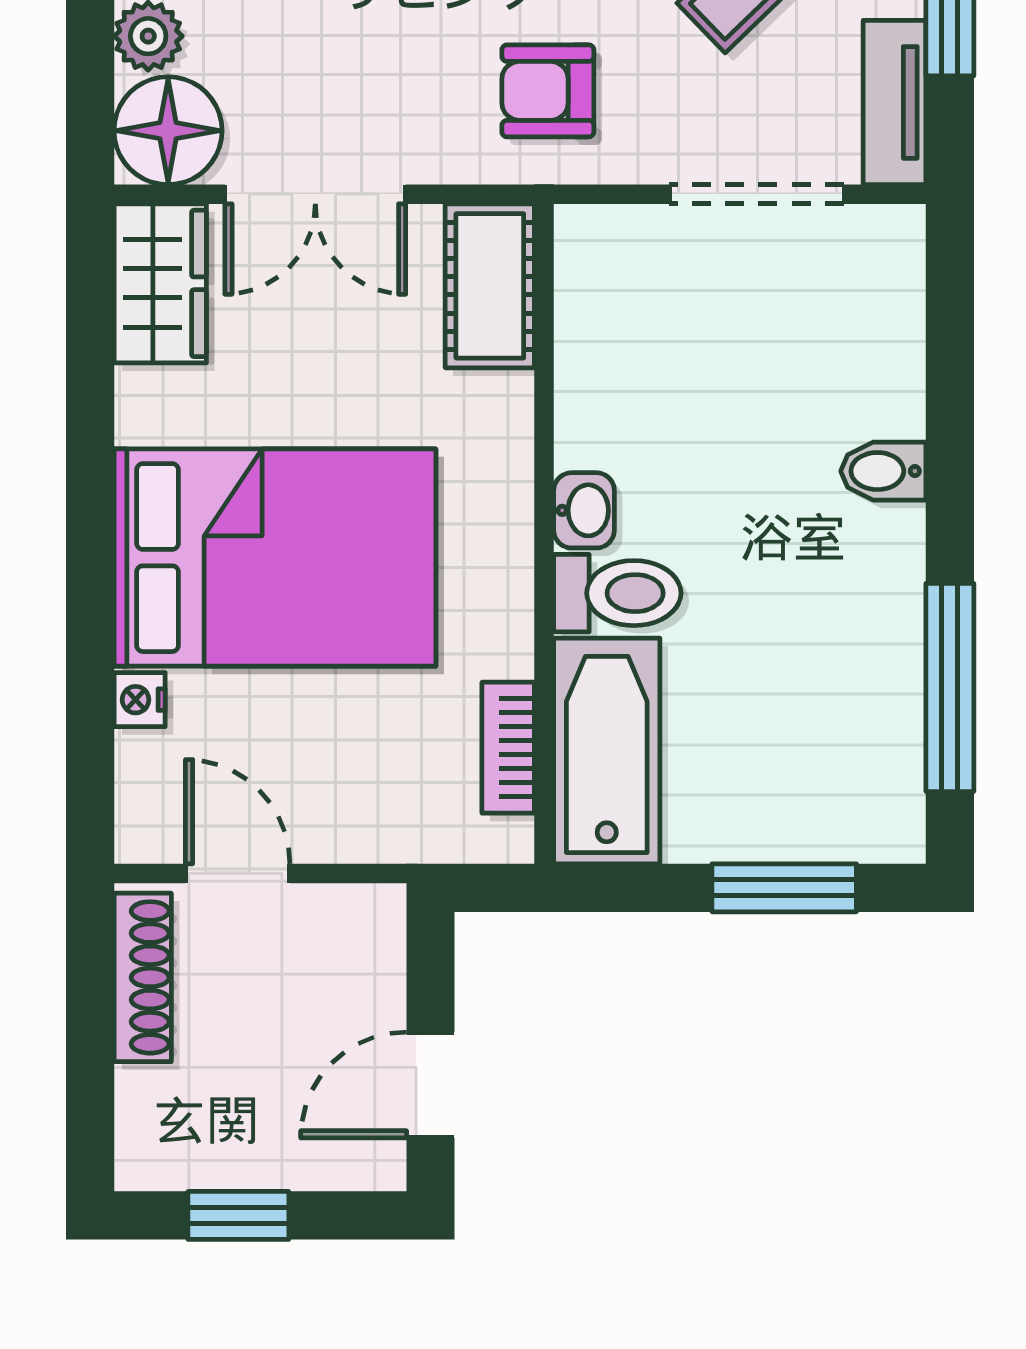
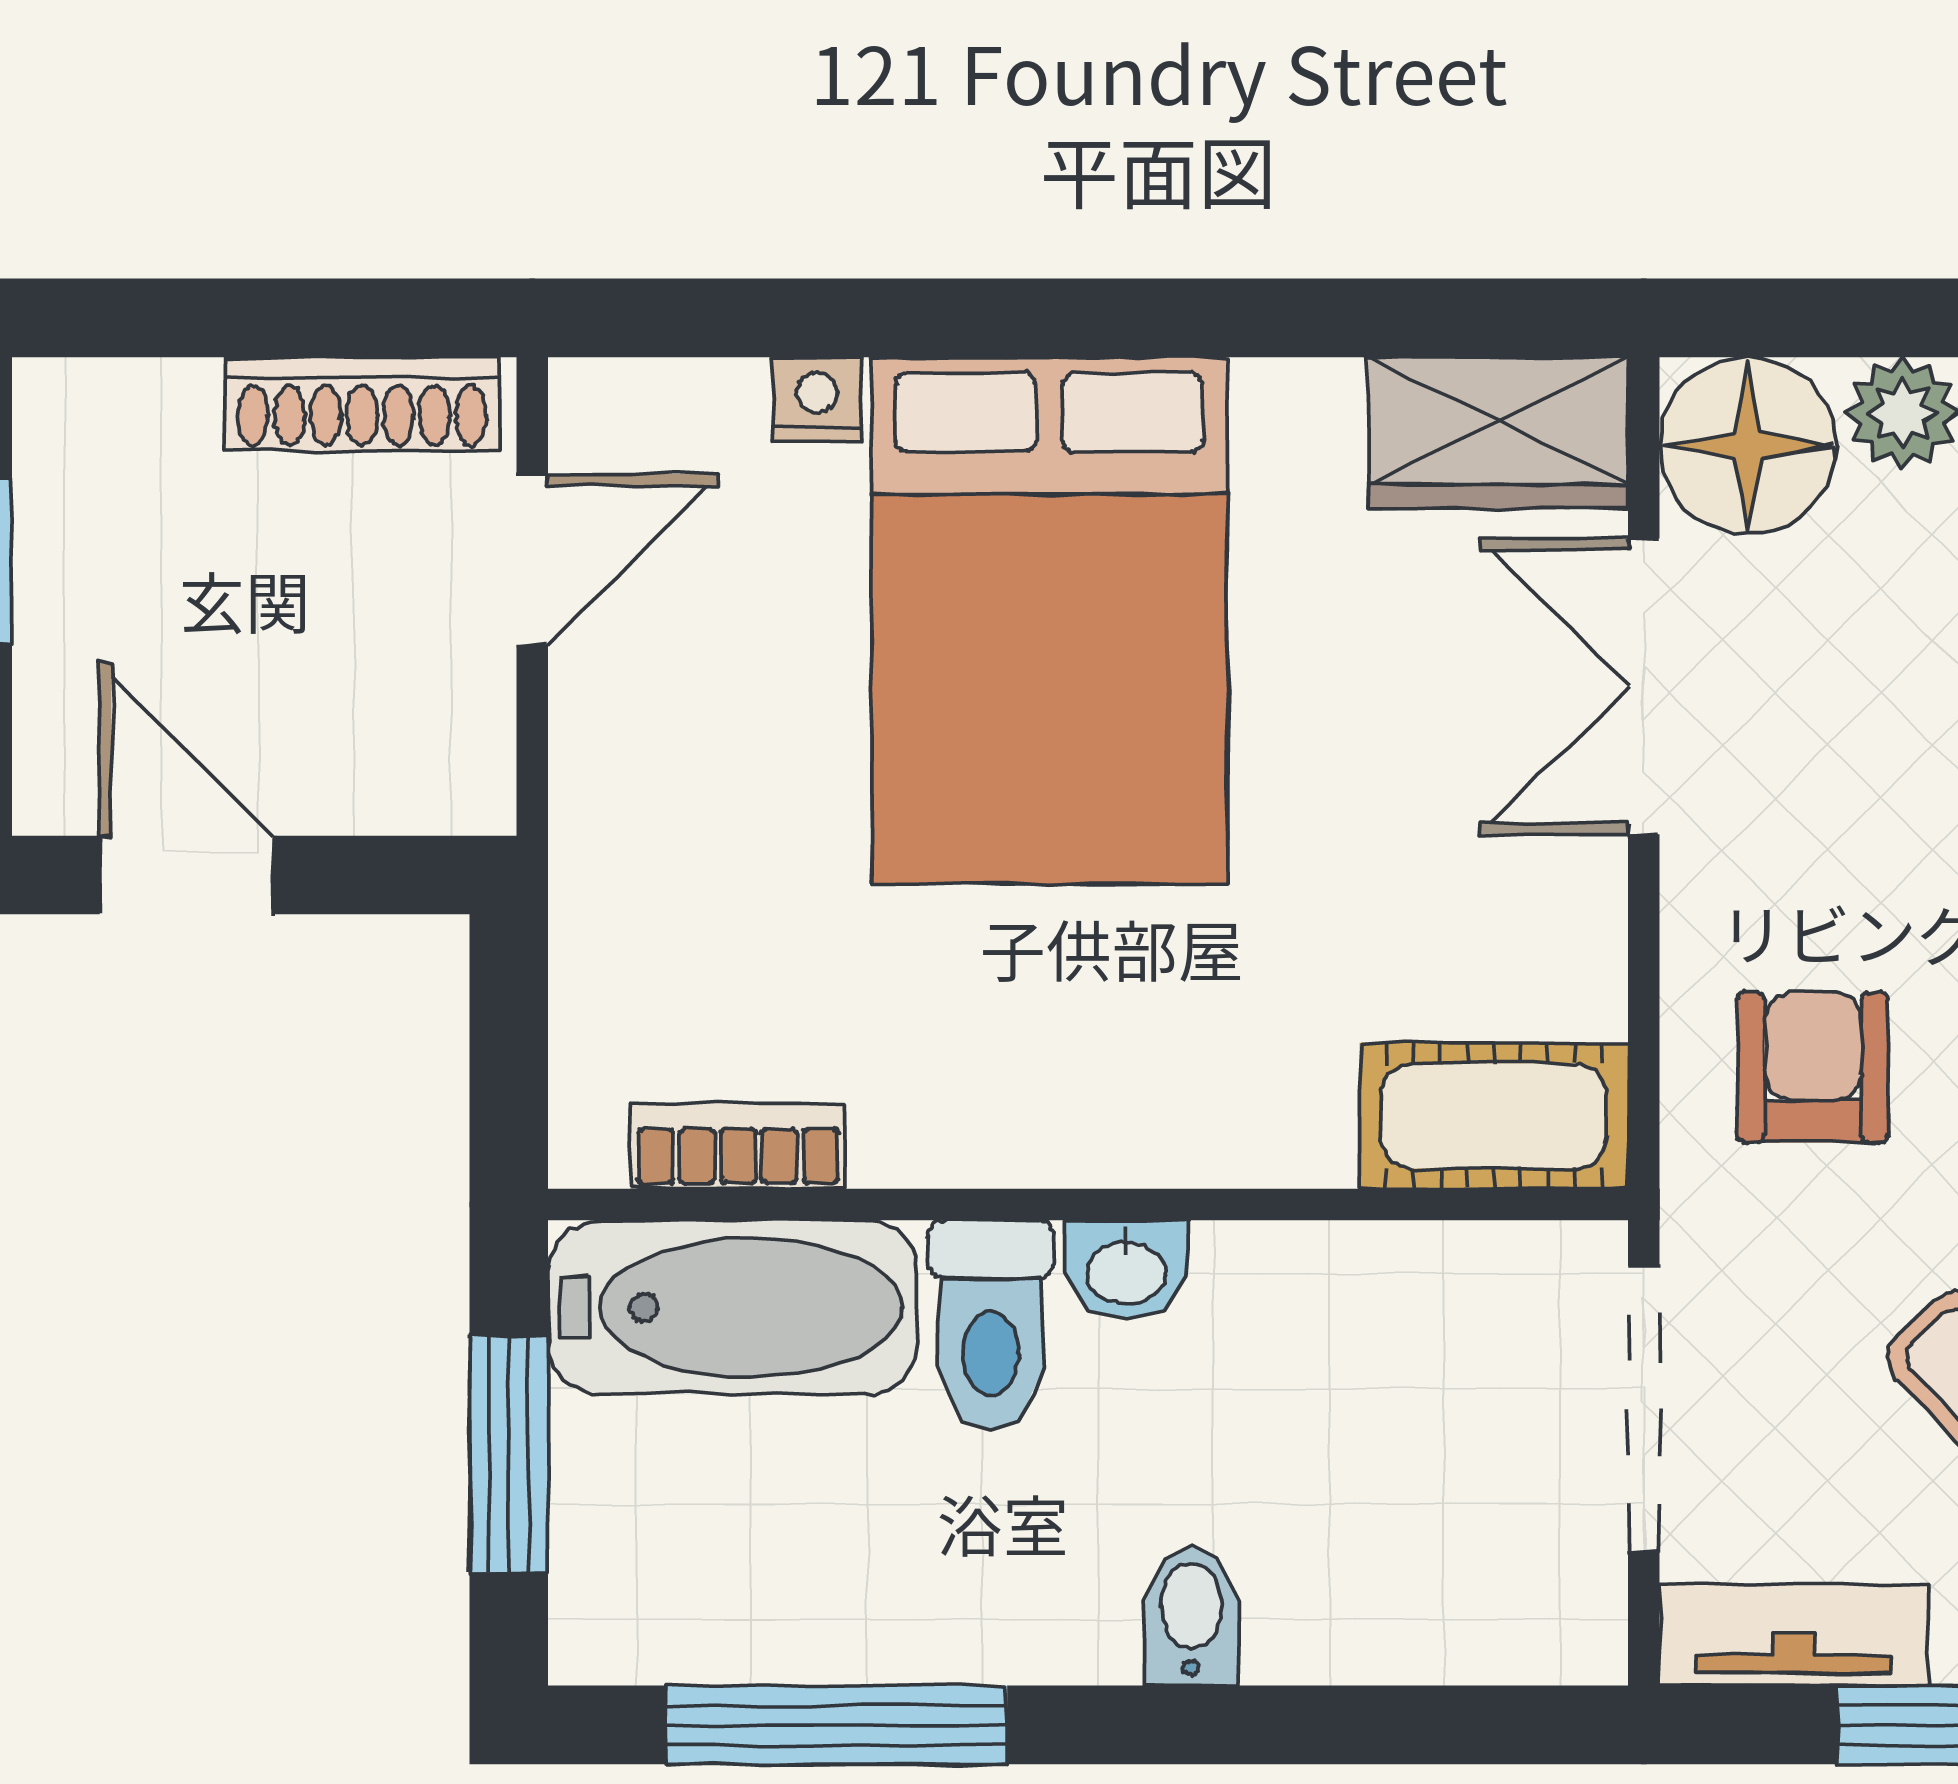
cot: (490, 286) -> (1494, 1116), moved
washbasin: (584, 510) -> (1126, 1270), moved
wall: (544, 534) -> (1088, 1205), moved
toilet: (617, 593) -> (991, 1325), moved
bookcase: (508, 748) -> (738, 1146), moved
bathtub: (607, 751) -> (733, 1307), moved

